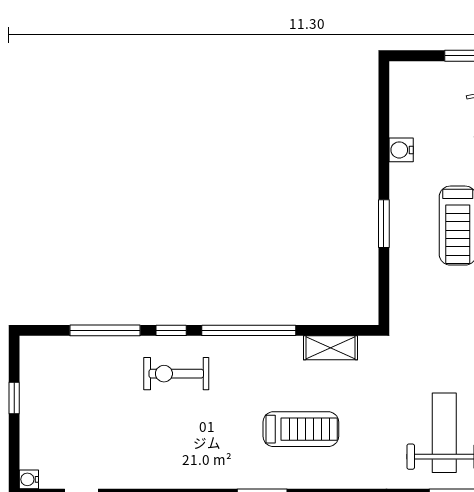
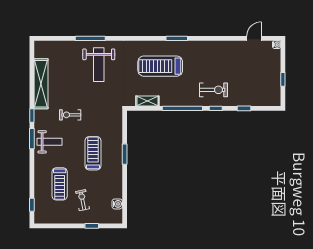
water cooler: (401, 150) -> (117, 204), moved
window: (105, 330) -> (244, 108), width x0.46
treadmill: (301, 429) -> (160, 66), width x1.37, depth x1.38

